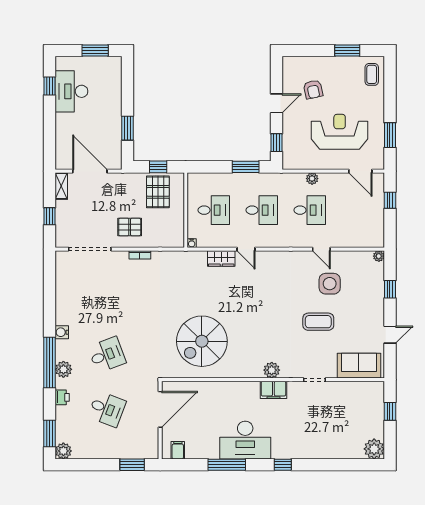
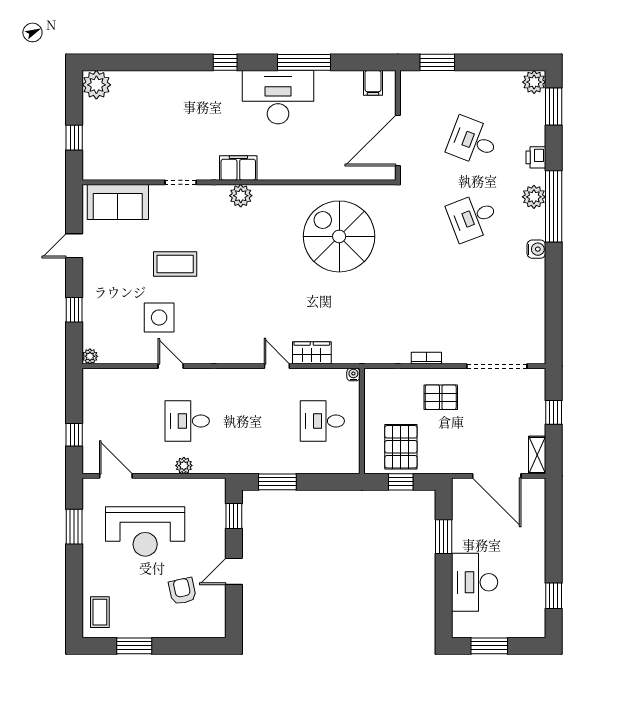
desk: (71, 91) -> (475, 582), moved, turned 180
desk: (262, 210) -> (255, 421), removed
spiral stairs: (202, 341) -> (339, 236), turned -90

